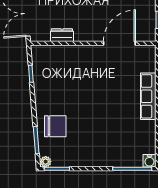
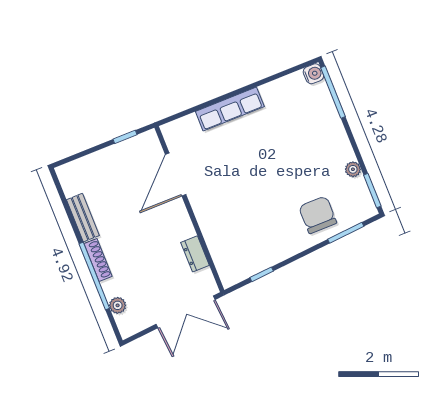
door: (119, 43) -> (176, 175), hinge flipped
plant: (46, 162) -> (353, 169), moved

